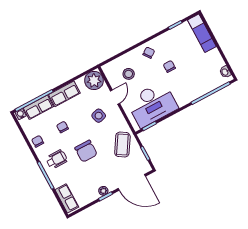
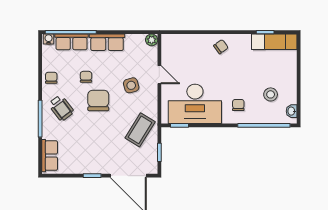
exam couch: (202, 33) -> (274, 42), moved, turned -90
chair: (169, 66) -> (238, 105), moved
stool: (129, 74) -> (271, 94), moved
plant: (94, 80) -> (152, 40), width x0.53, depth x0.53
door: (115, 97) -> (159, 75), hinge flipped
chair: (86, 151) -> (98, 100), moved, turned 180
wheelchair: (57, 159) -> (61, 108), turned 53
plant: (103, 191) -> (93, 168), removed

